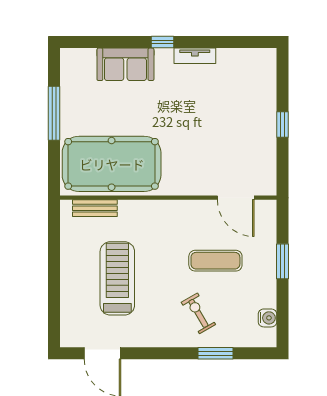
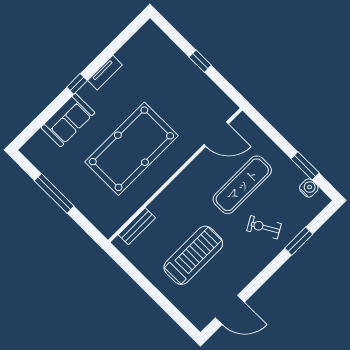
pool table: (112, 164) -> (131, 149), moved
exercise mat: (215, 261) -> (242, 185), width x1.36, depth x1.45
window: (283, 261) -> (305, 166), moved
treadmill: (117, 278) -> (193, 255), turned 90

